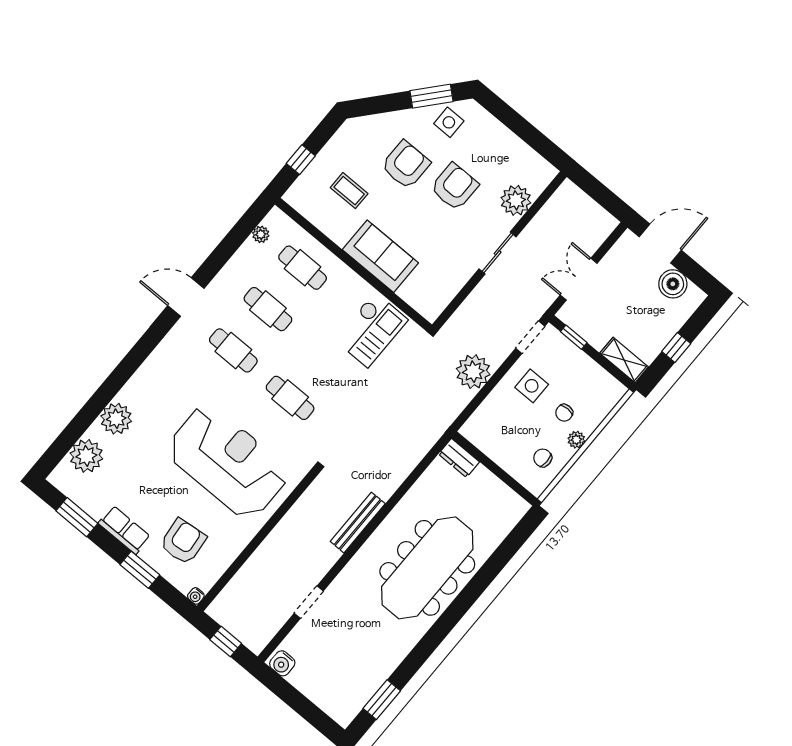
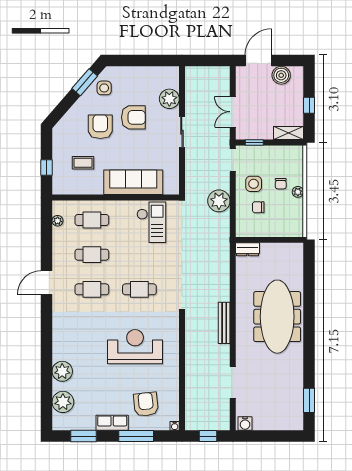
armchair: (454, 187) -> (133, 117), turned 90
sofa: (380, 256) -> (133, 182), width x1.36
chair: (543, 458) -> (258, 207), moved
reception desk: (228, 462) -> (135, 347), width x0.74, depth x0.77
window: (140, 570) -> (136, 436), width x1.44
doorway: (309, 602) -> (233, 382), width x1.38

